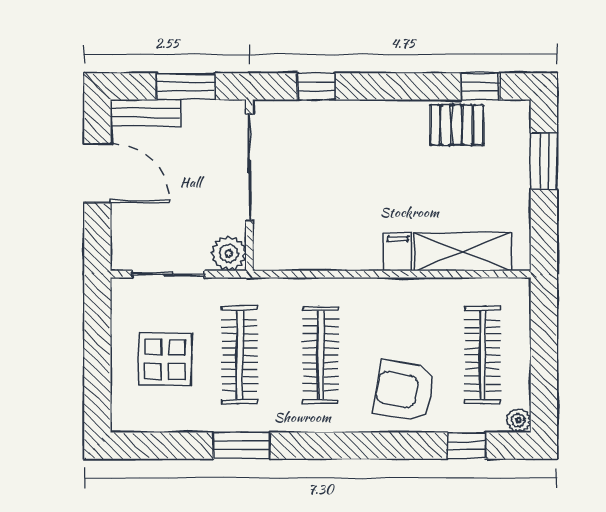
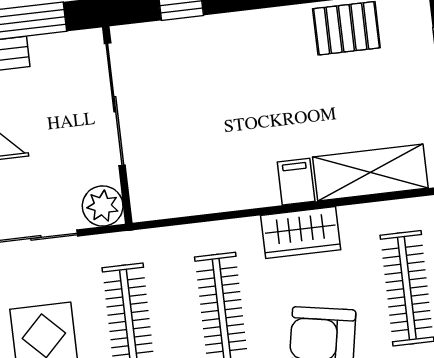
wardrobe: (397, 296) -> (301, 233), added

